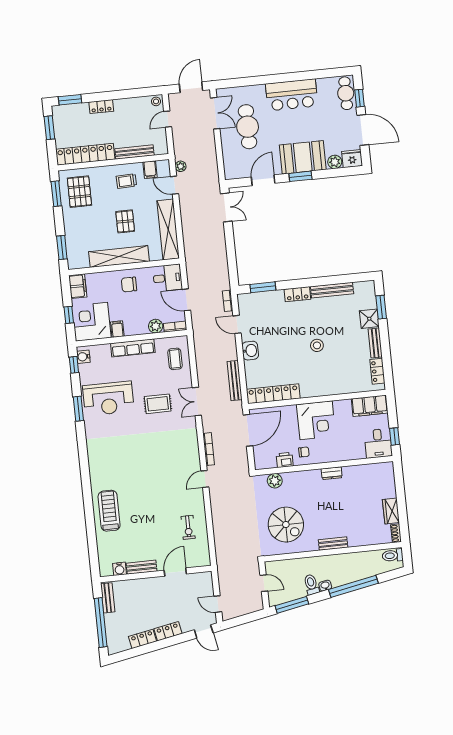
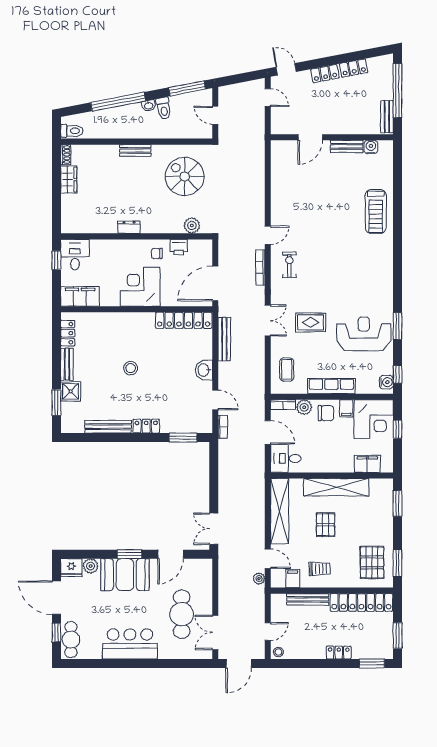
chair: (129, 284) -> (326, 413), moved
filing cabinet: (78, 286) -> (367, 464), moved, turned 90
exercise bike: (188, 527) -> (289, 265), moved

